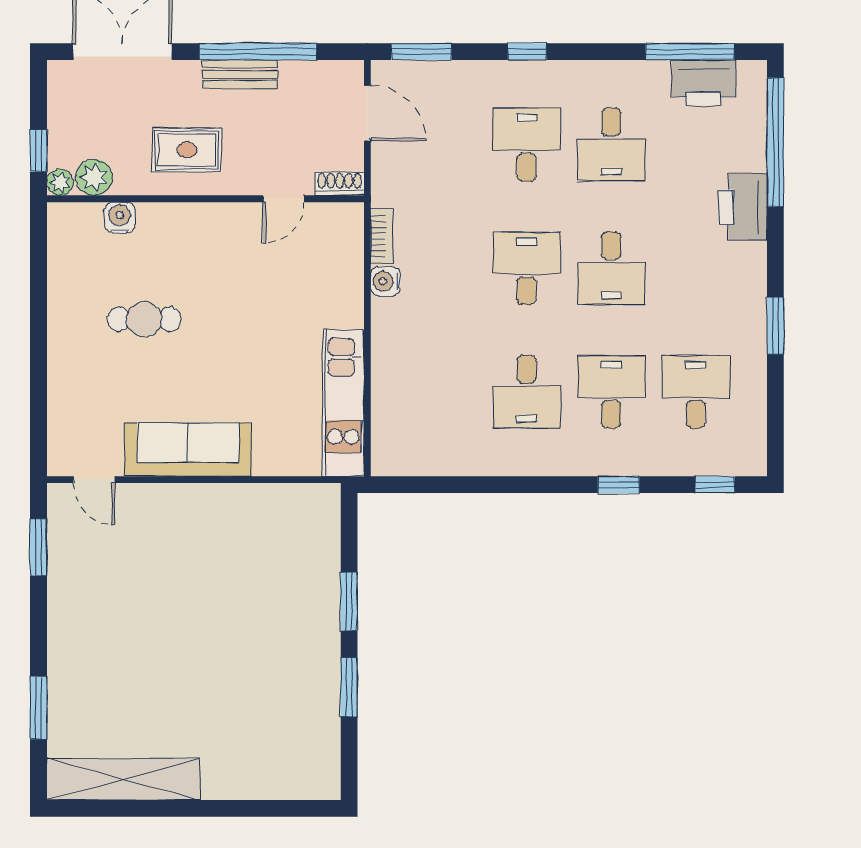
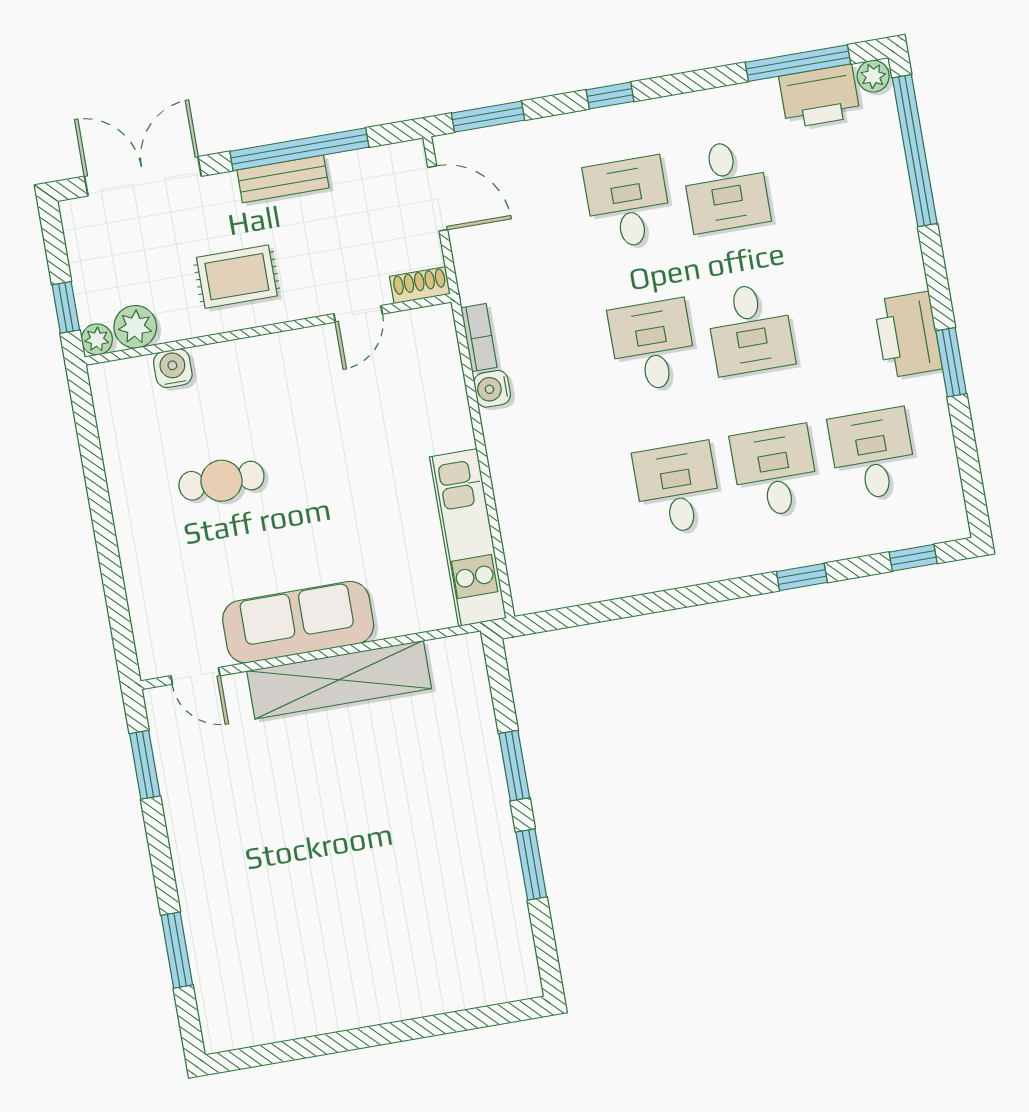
plant: (751, 74) -> (873, 76), added
printer: (743, 207) -> (908, 335), moved
desk: (527, 392) -> (677, 488), turned 180
shelving: (123, 779) -> (339, 680), moved

